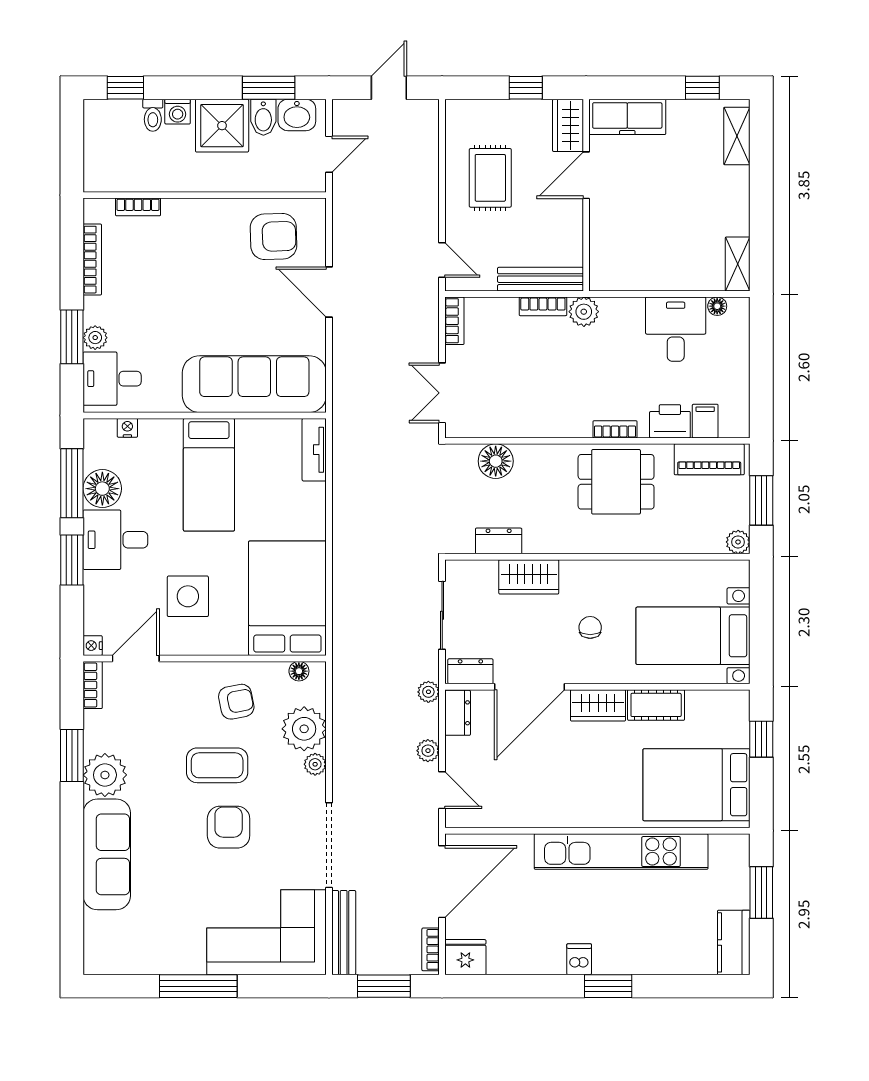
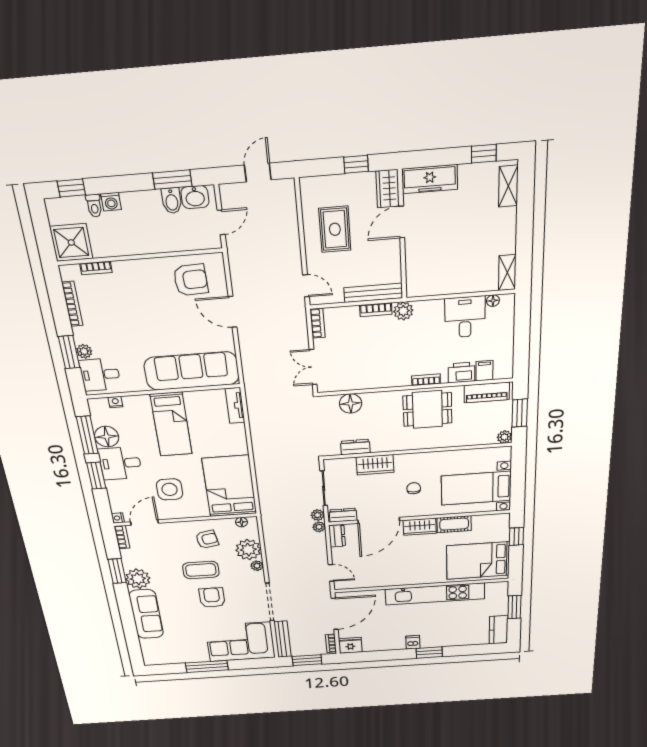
shower: (222, 126) -> (71, 242), moved
plant: (428, 751) -> (318, 515), moved

